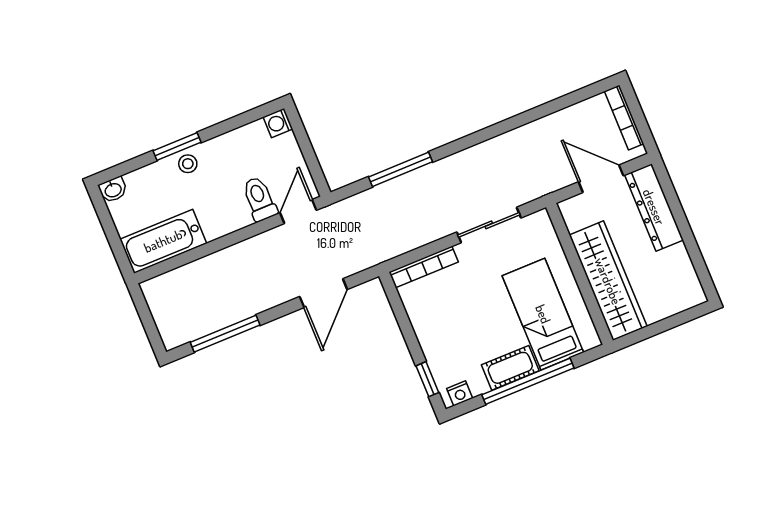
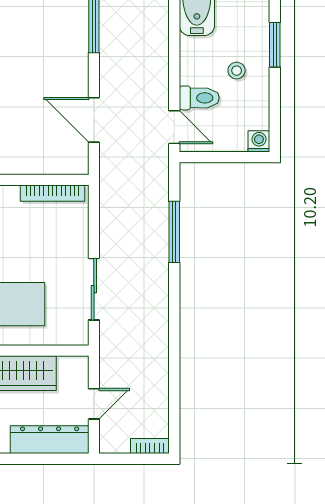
bookcase: (624, 117) -> (150, 446), width x0.64
stool: (188, 164) -> (237, 71), moved
door: (601, 179) -> (94, 404), width x0.73
bookcase: (424, 267) -> (53, 193), moved, turned -90

